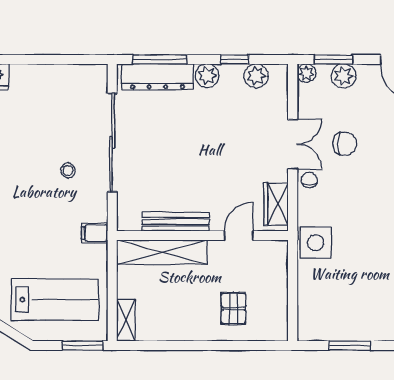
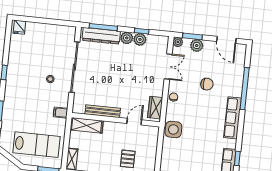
plant: (256, 76) -> (140, 39), moved
double door: (293, 144) -> (168, 67), moved
chair: (345, 144) -> (207, 84), moved
shelving: (162, 252) -> (87, 125), width x0.68

